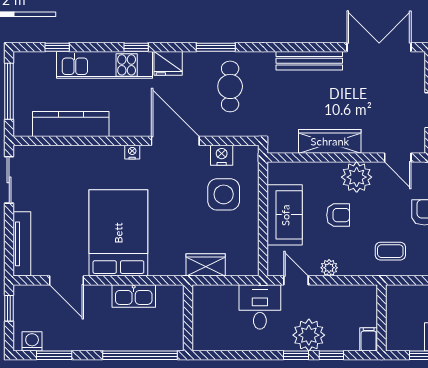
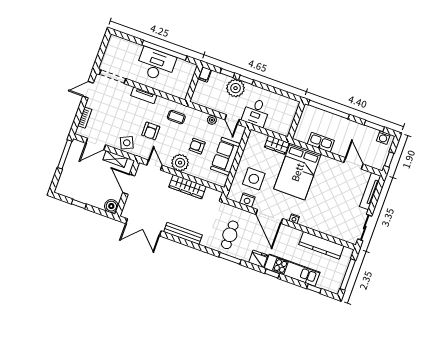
bed: (118, 233) -> (297, 172), moved

